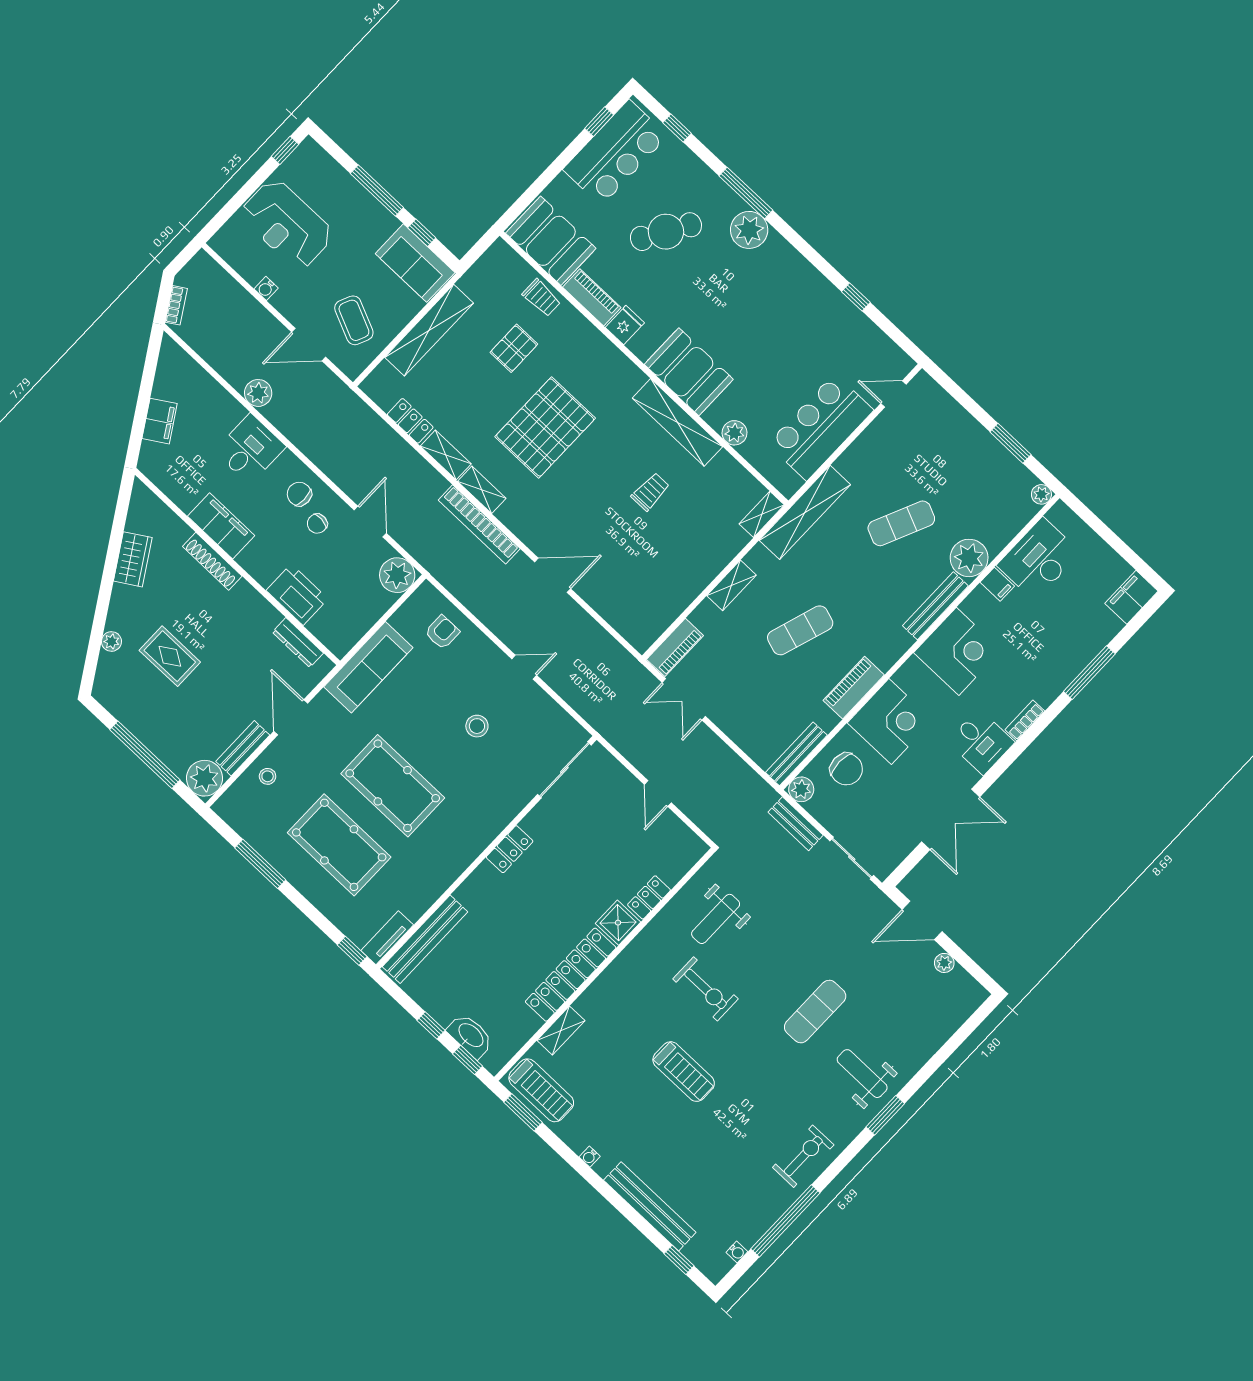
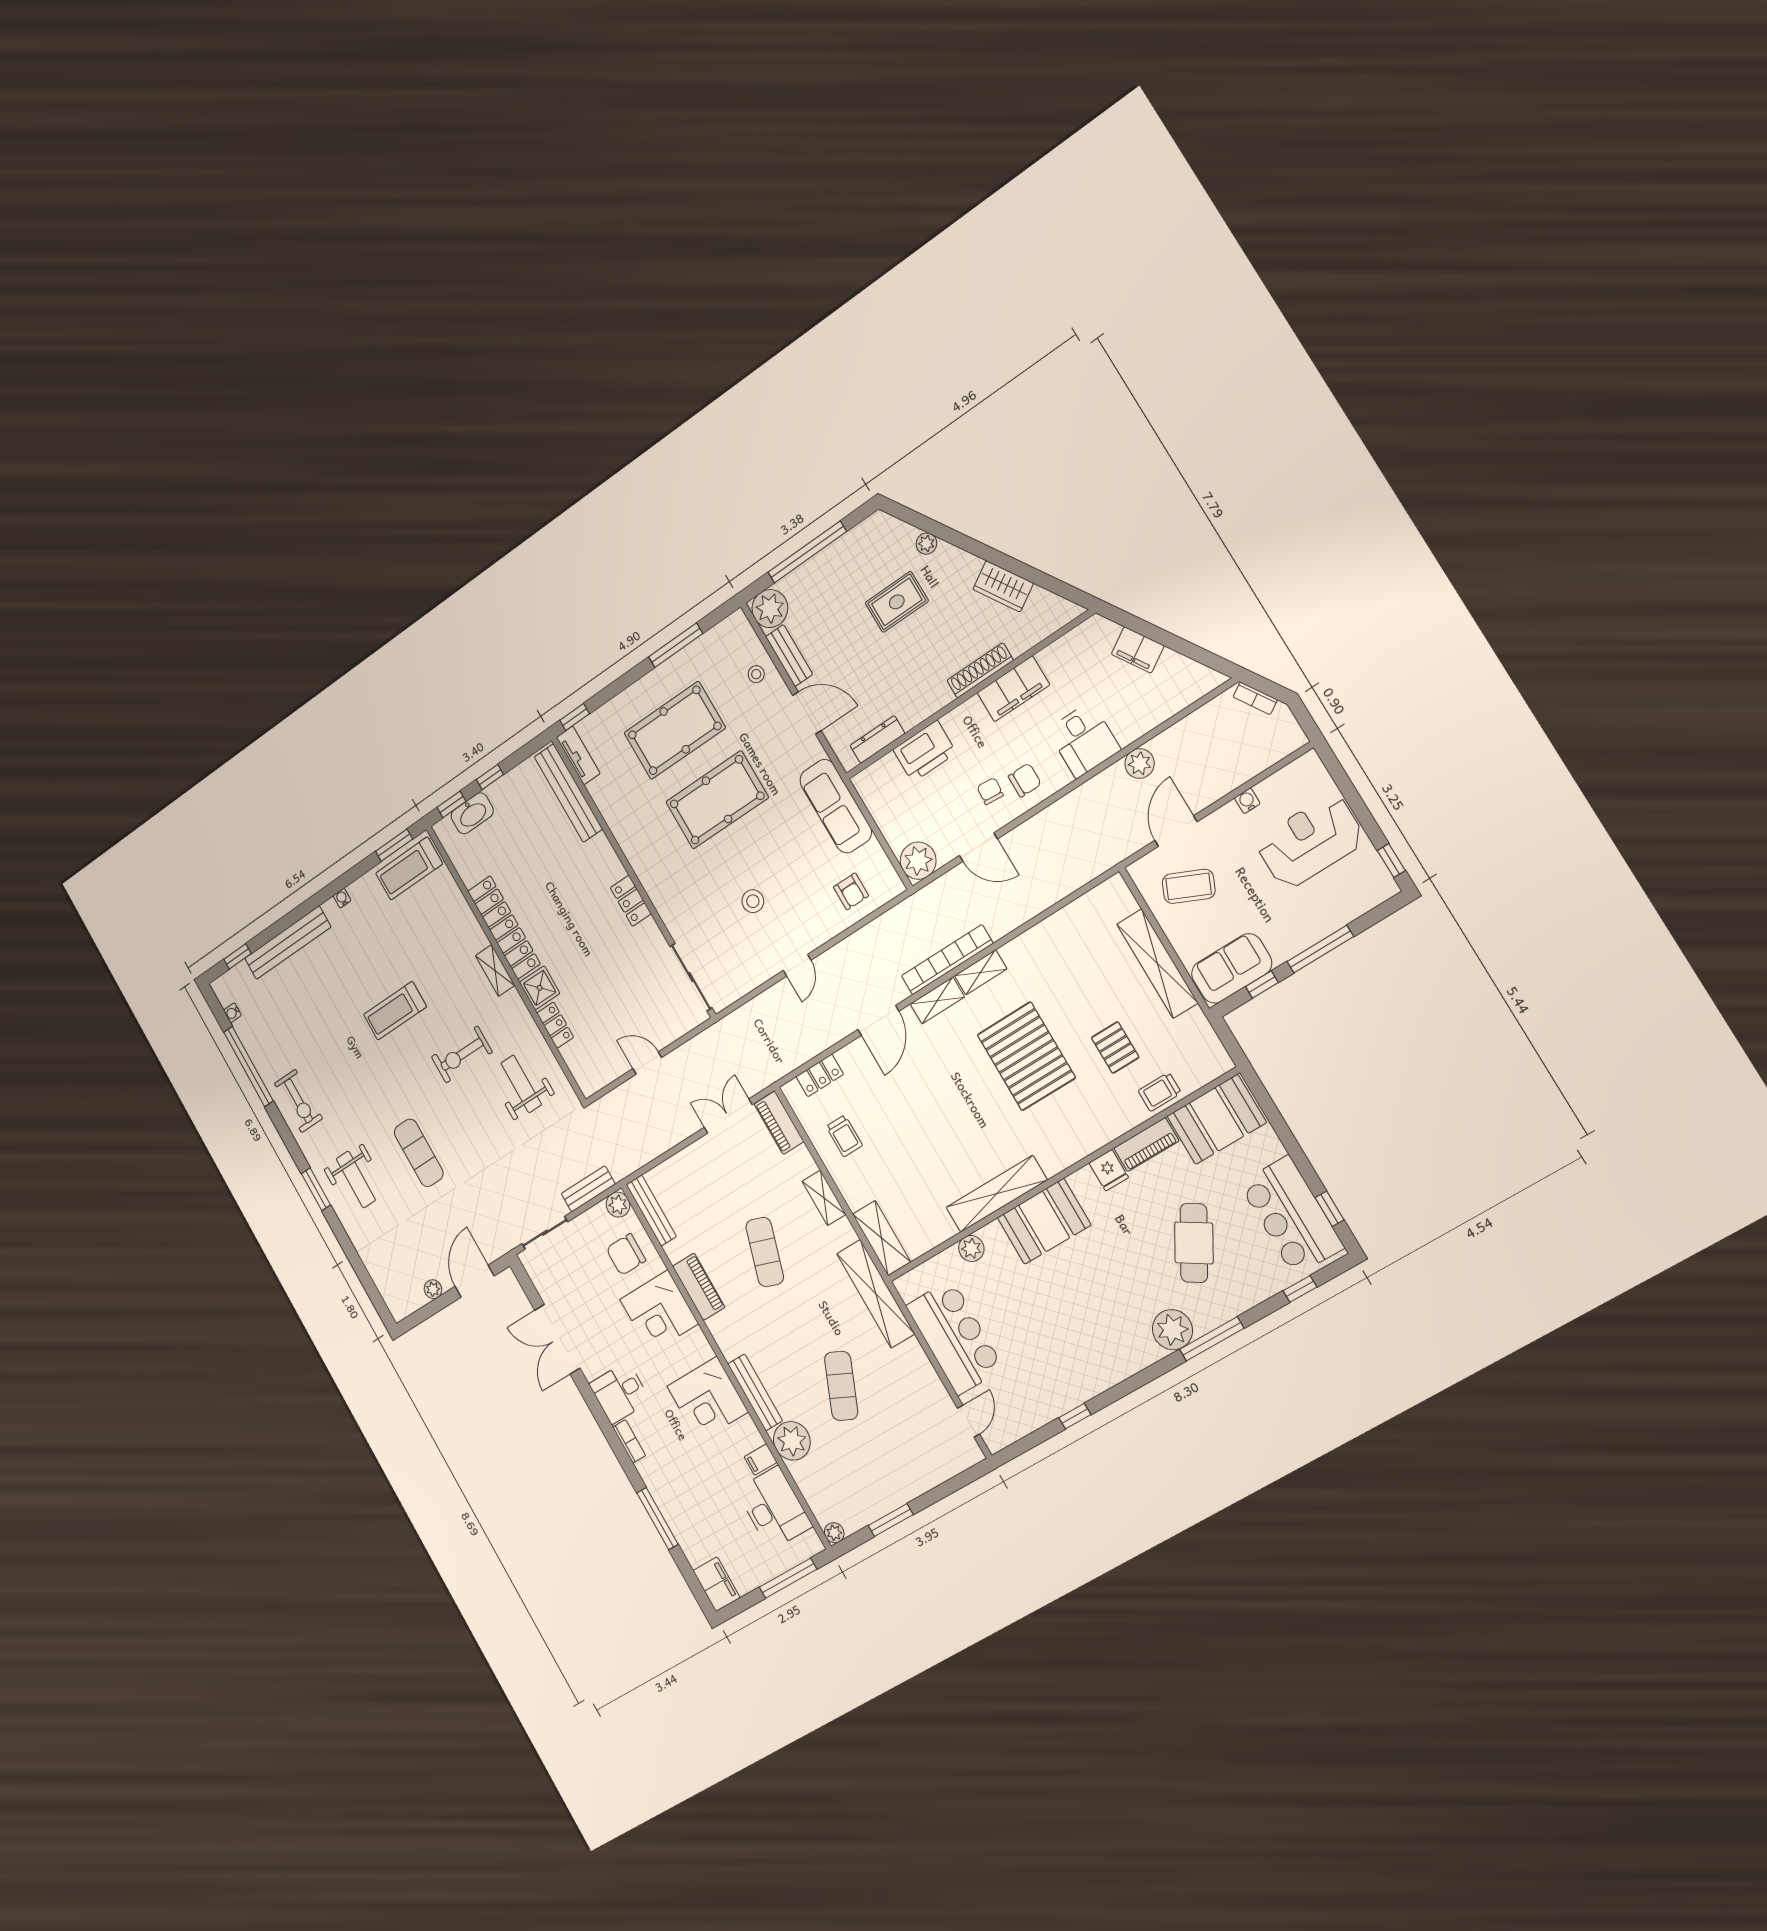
locker: (410, 421) -> (820, 1075), moved
shelving: (446, 455) -> (937, 1000), moved
trolley: (650, 492) -> (844, 1136), moved
shelving: (762, 514) -> (882, 1238), width x1.50, depth x1.33
window: (1100, 528) -> (788, 1578), added
shelving: (561, 1030) -> (495, 970), moved
weight bench: (862, 1074) -> (356, 1179), turned 90

